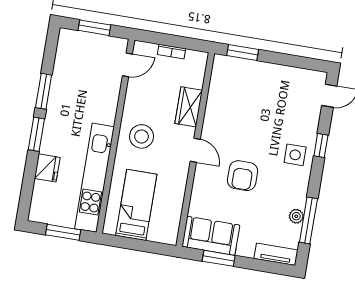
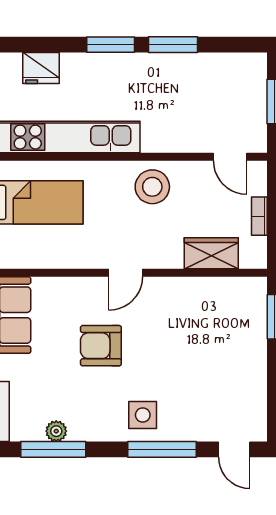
wardrobe: (189, 107) -> (211, 253), moved
stool: (142, 136) -> (152, 187), moved
window: (321, 146) -> (162, 449), width x2.17
fridge: (47, 168) -> (41, 68), moved

